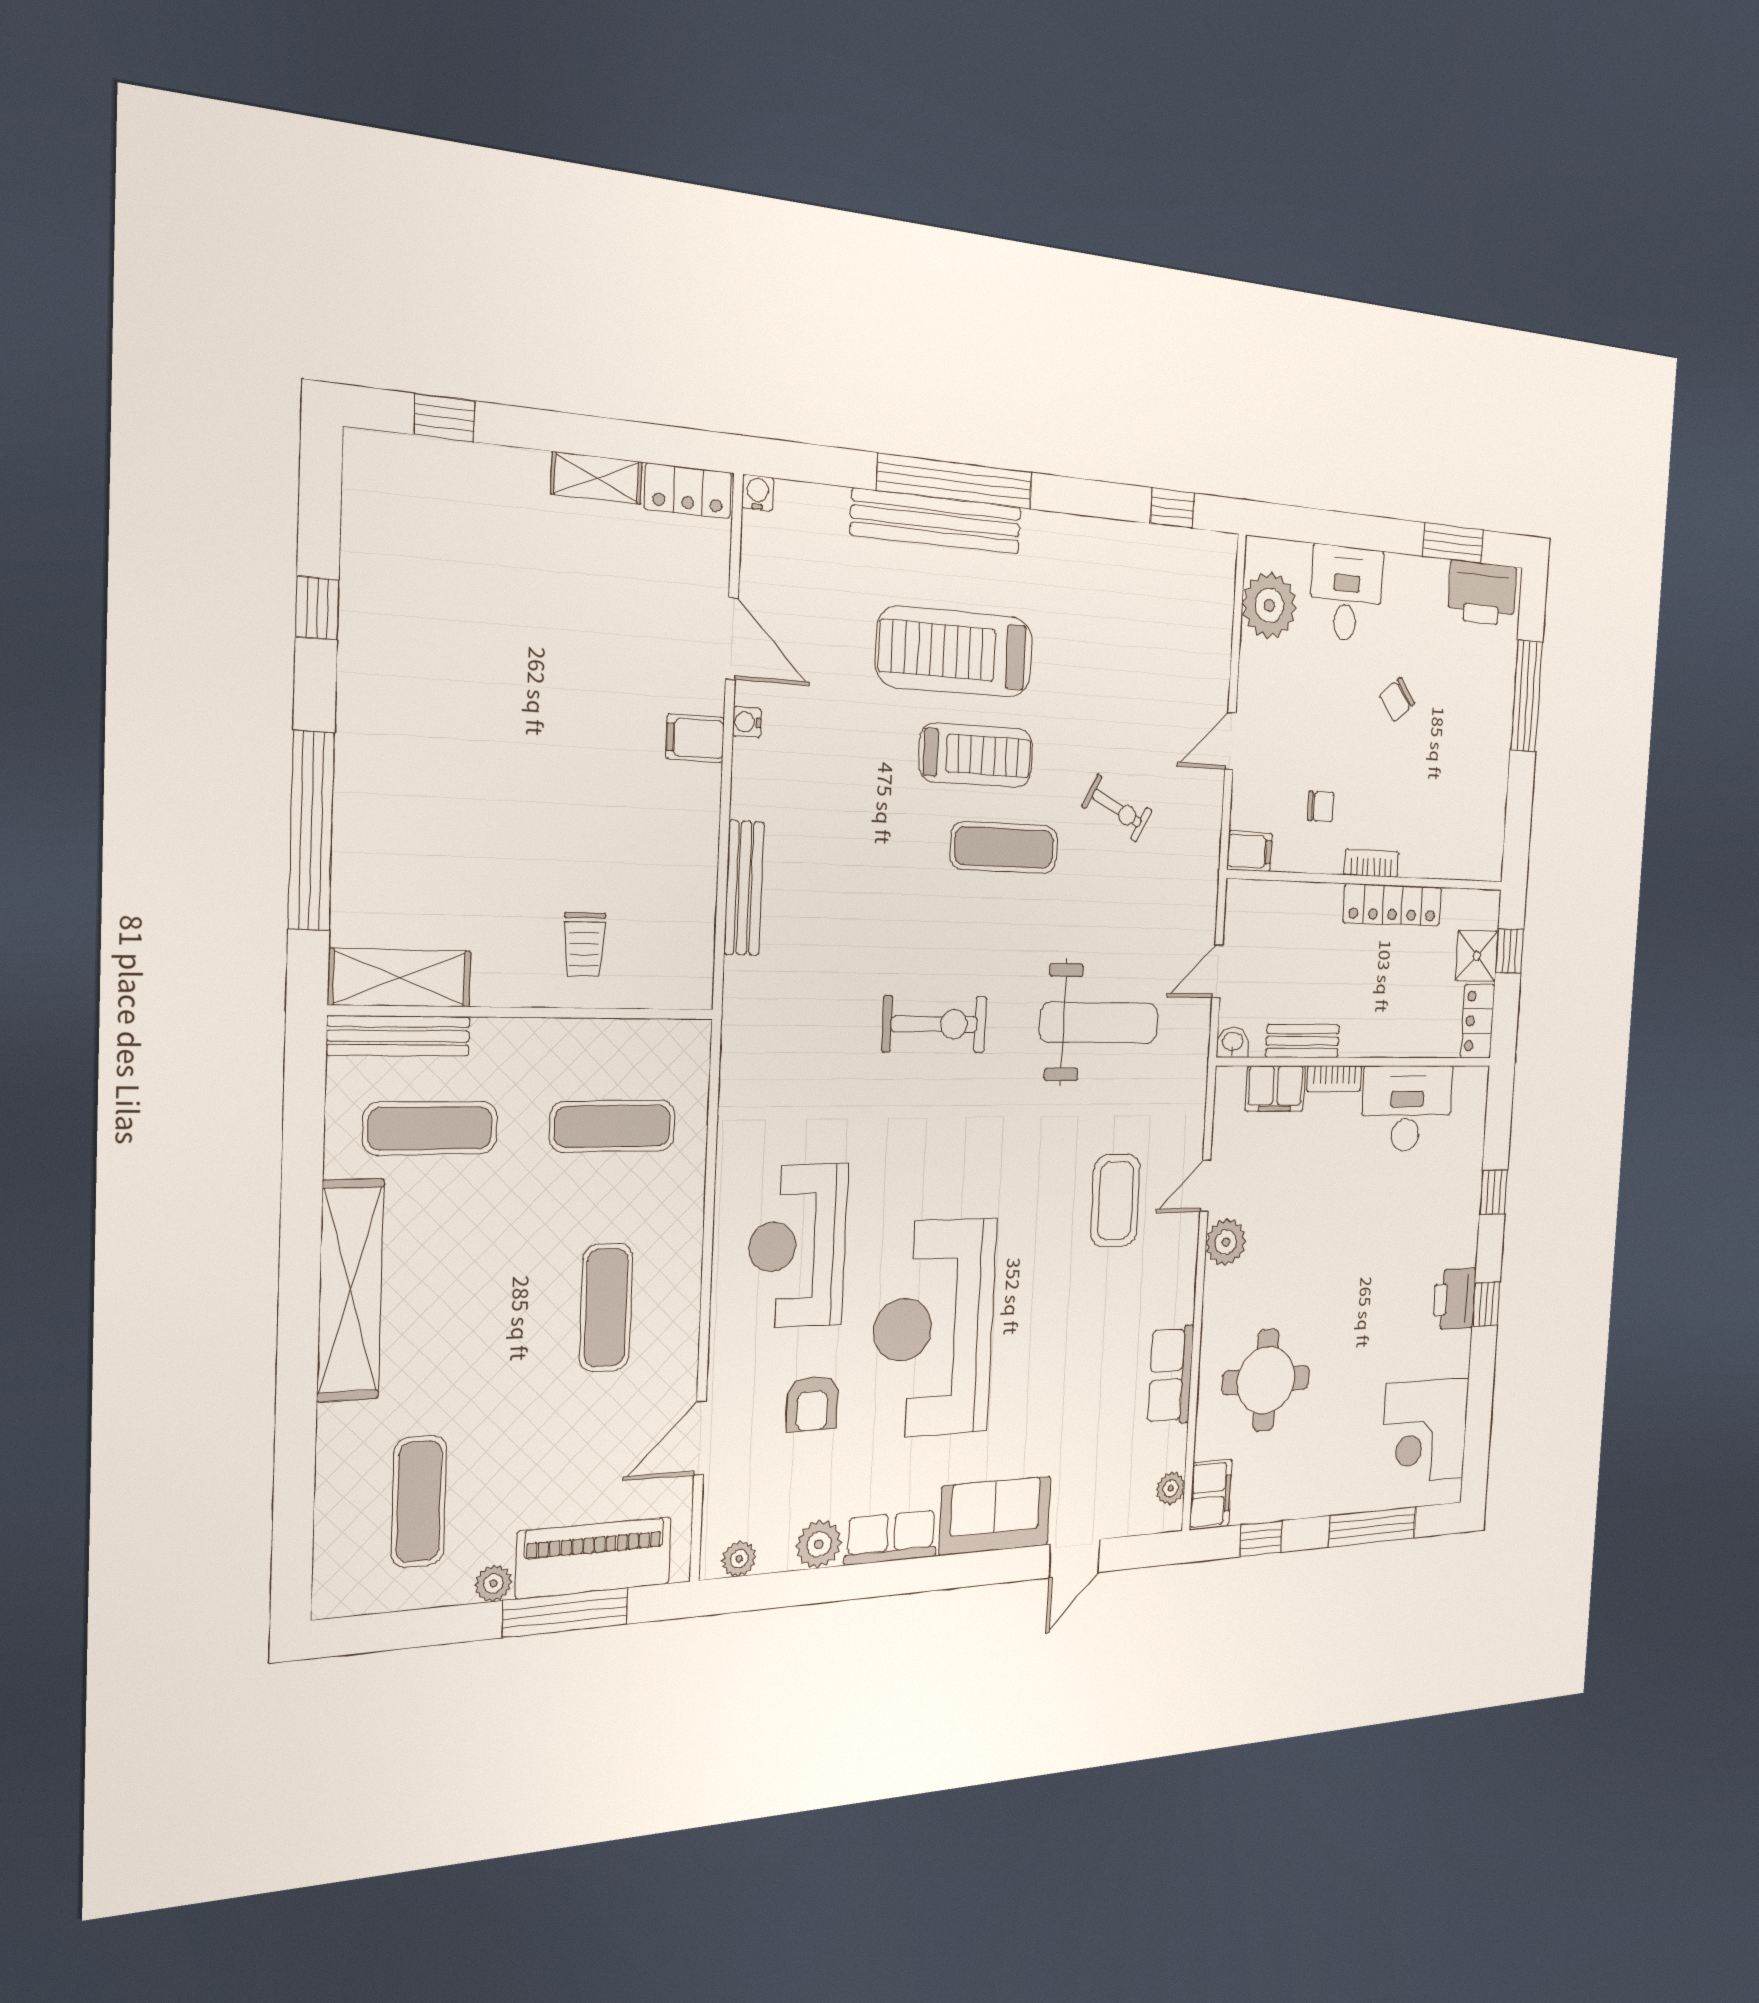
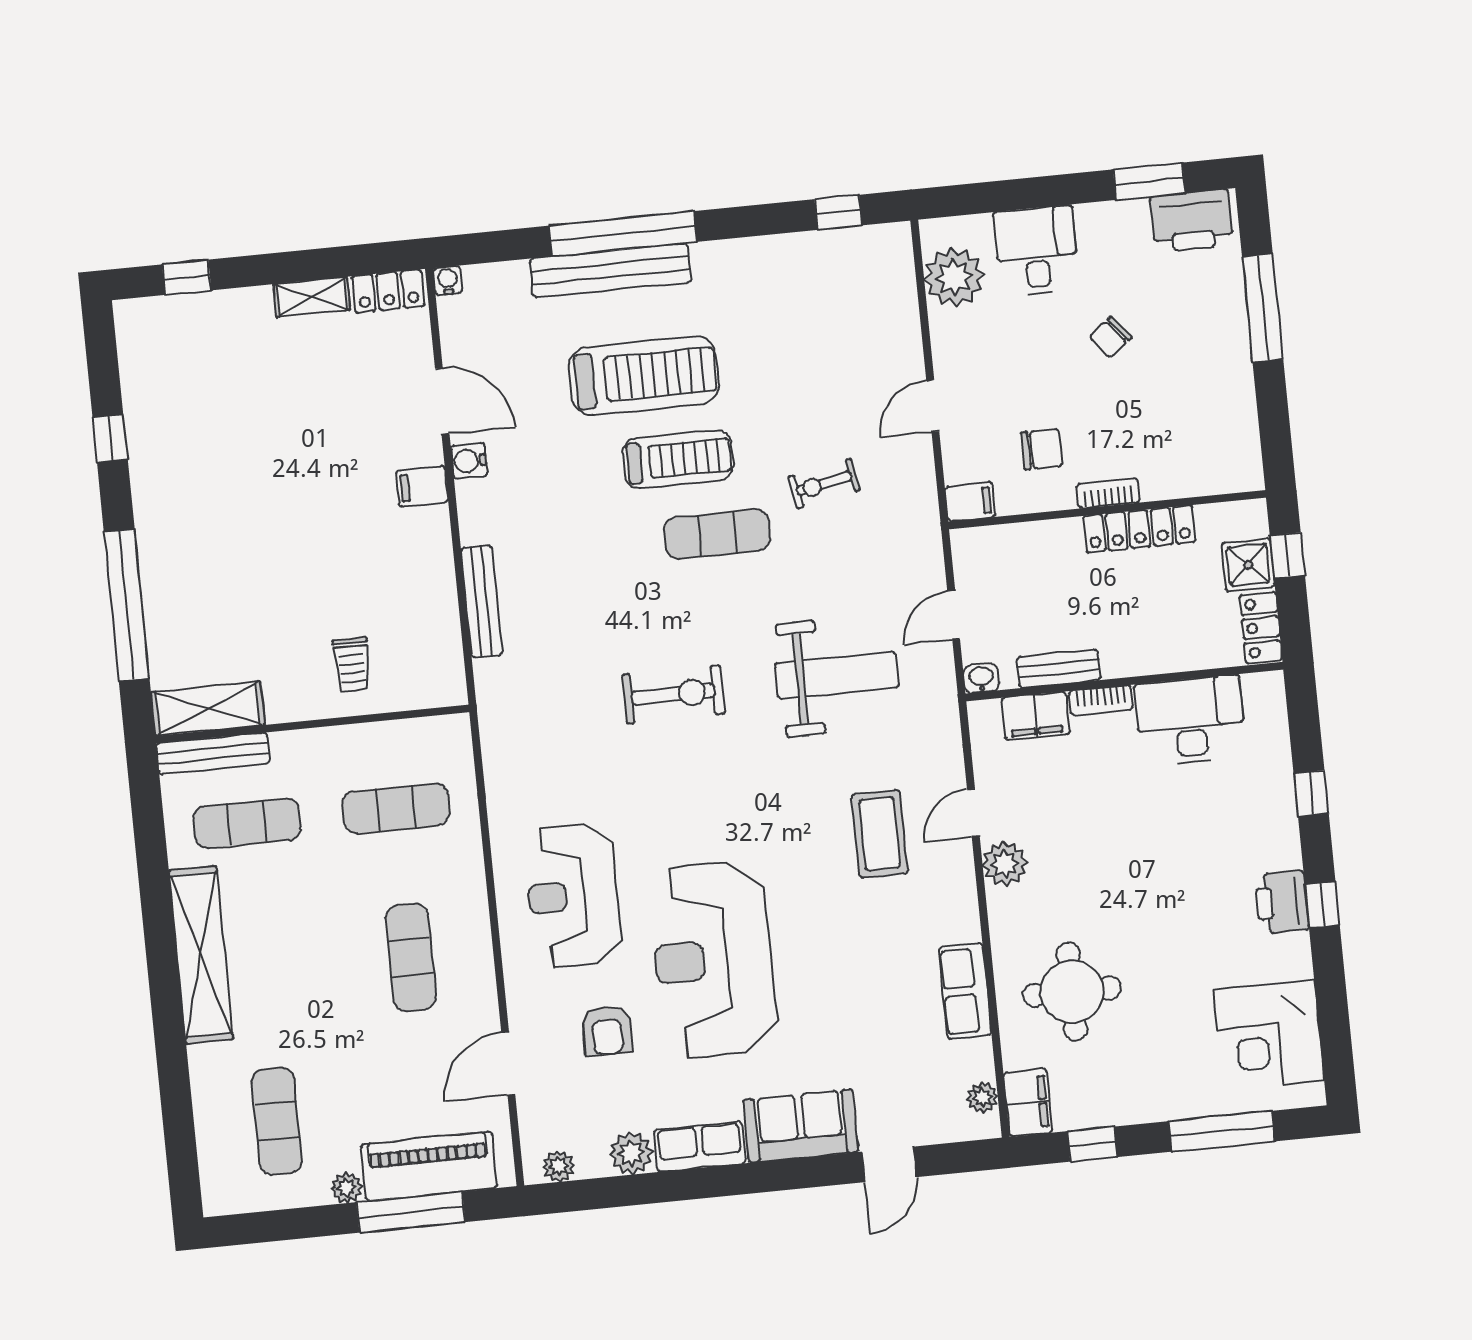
treadmill: (954, 652) -> (644, 376), turned 180
water cooler: (747, 722) -> (469, 461), width x1.38, depth x1.38
chair: (1321, 806) -> (1042, 449), width x1.37, depth x1.37
exercise bike: (1117, 808) -> (824, 483), turned 142

